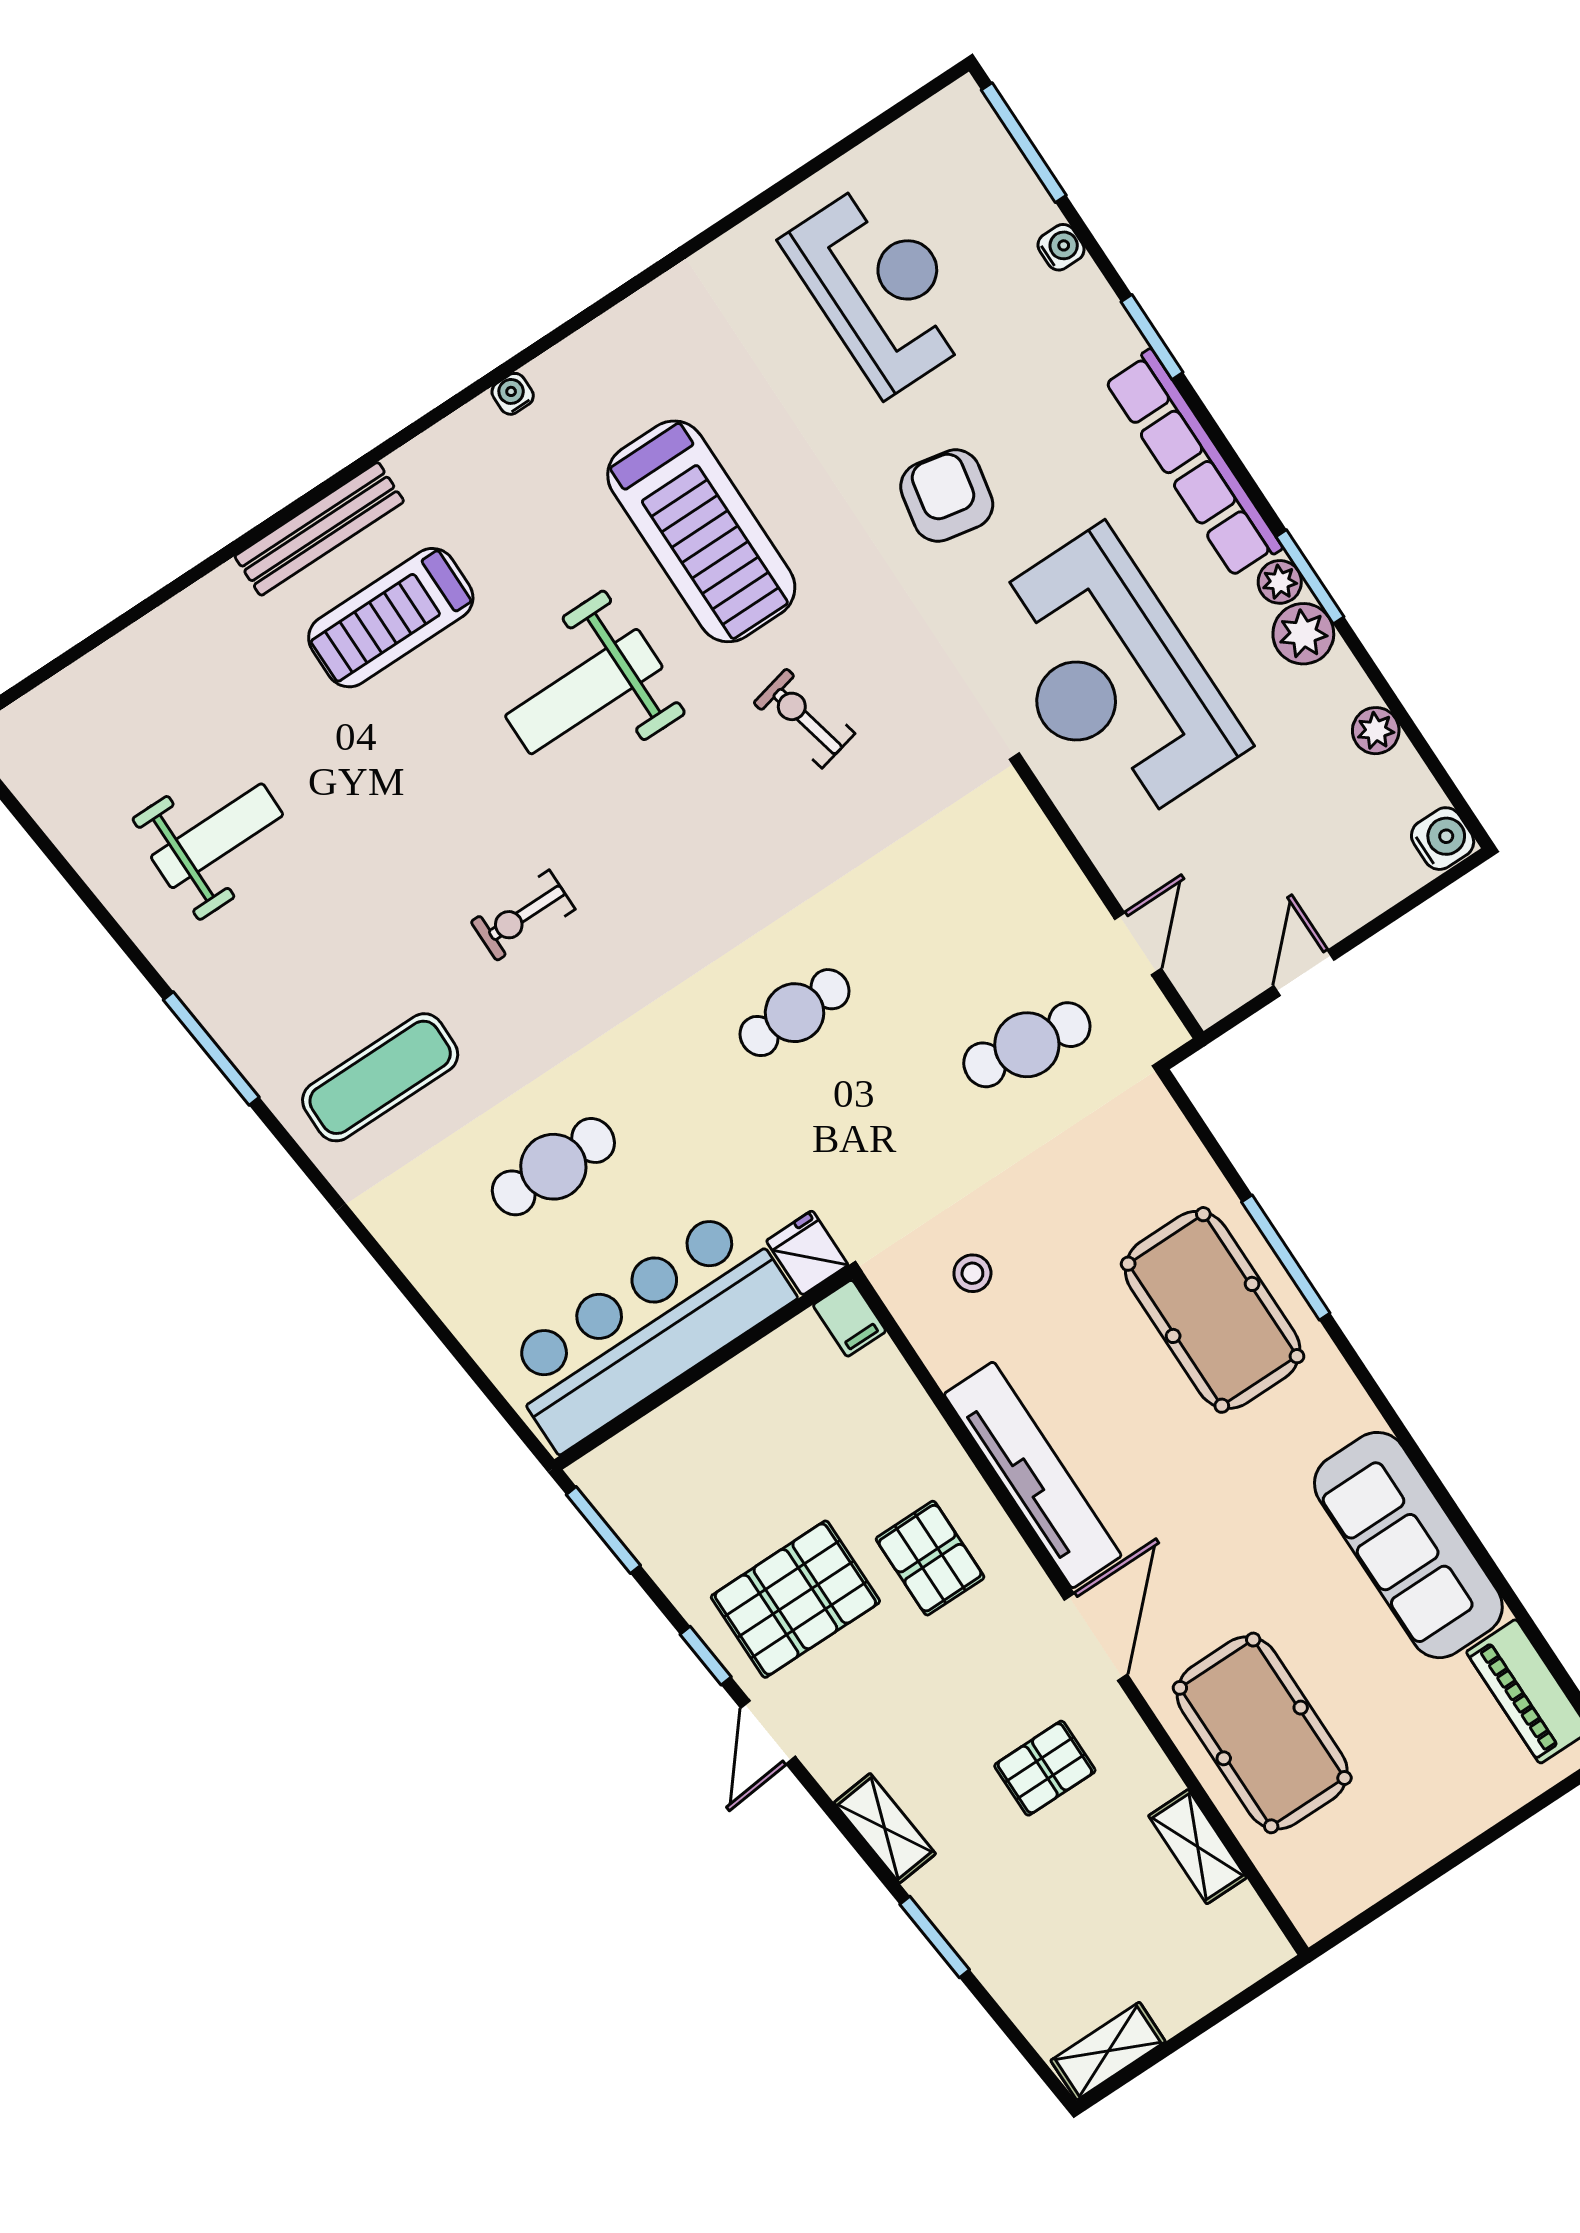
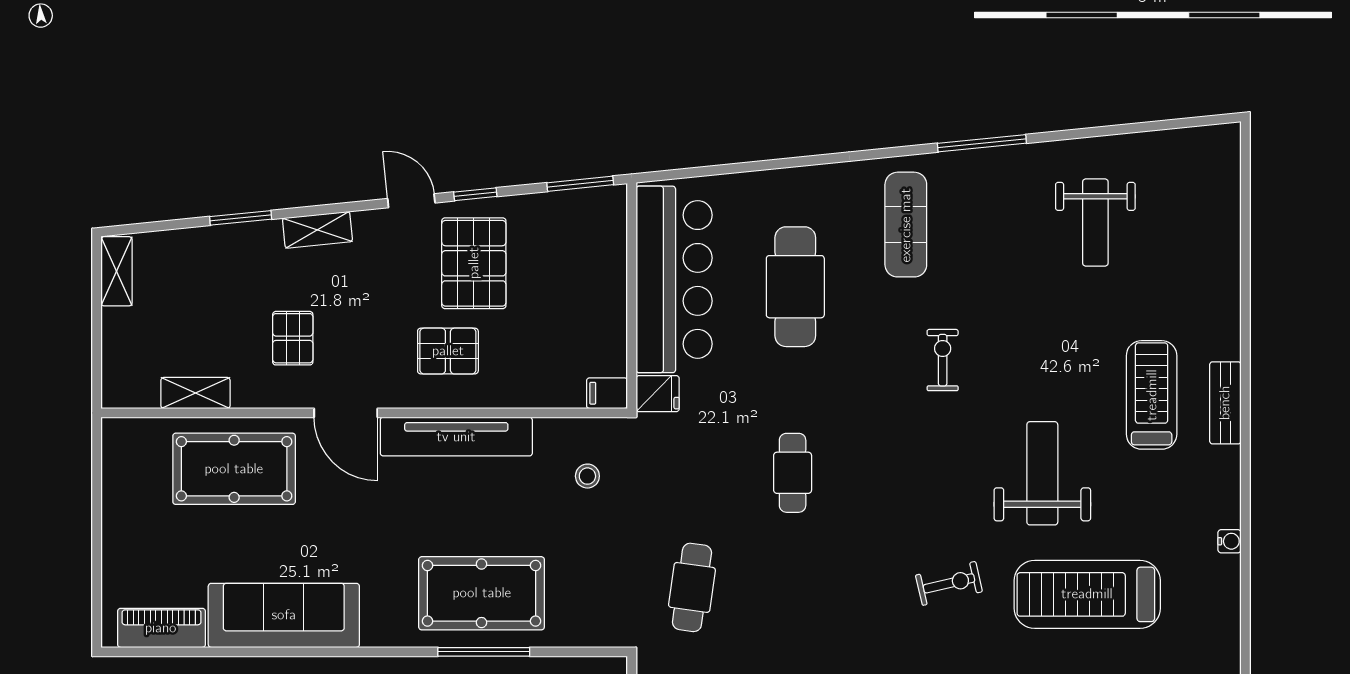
bench: (319, 529) -> (1225, 403), width x0.73
cafe table: (553, 1167) -> (795, 287), width x1.37, depth x1.35

